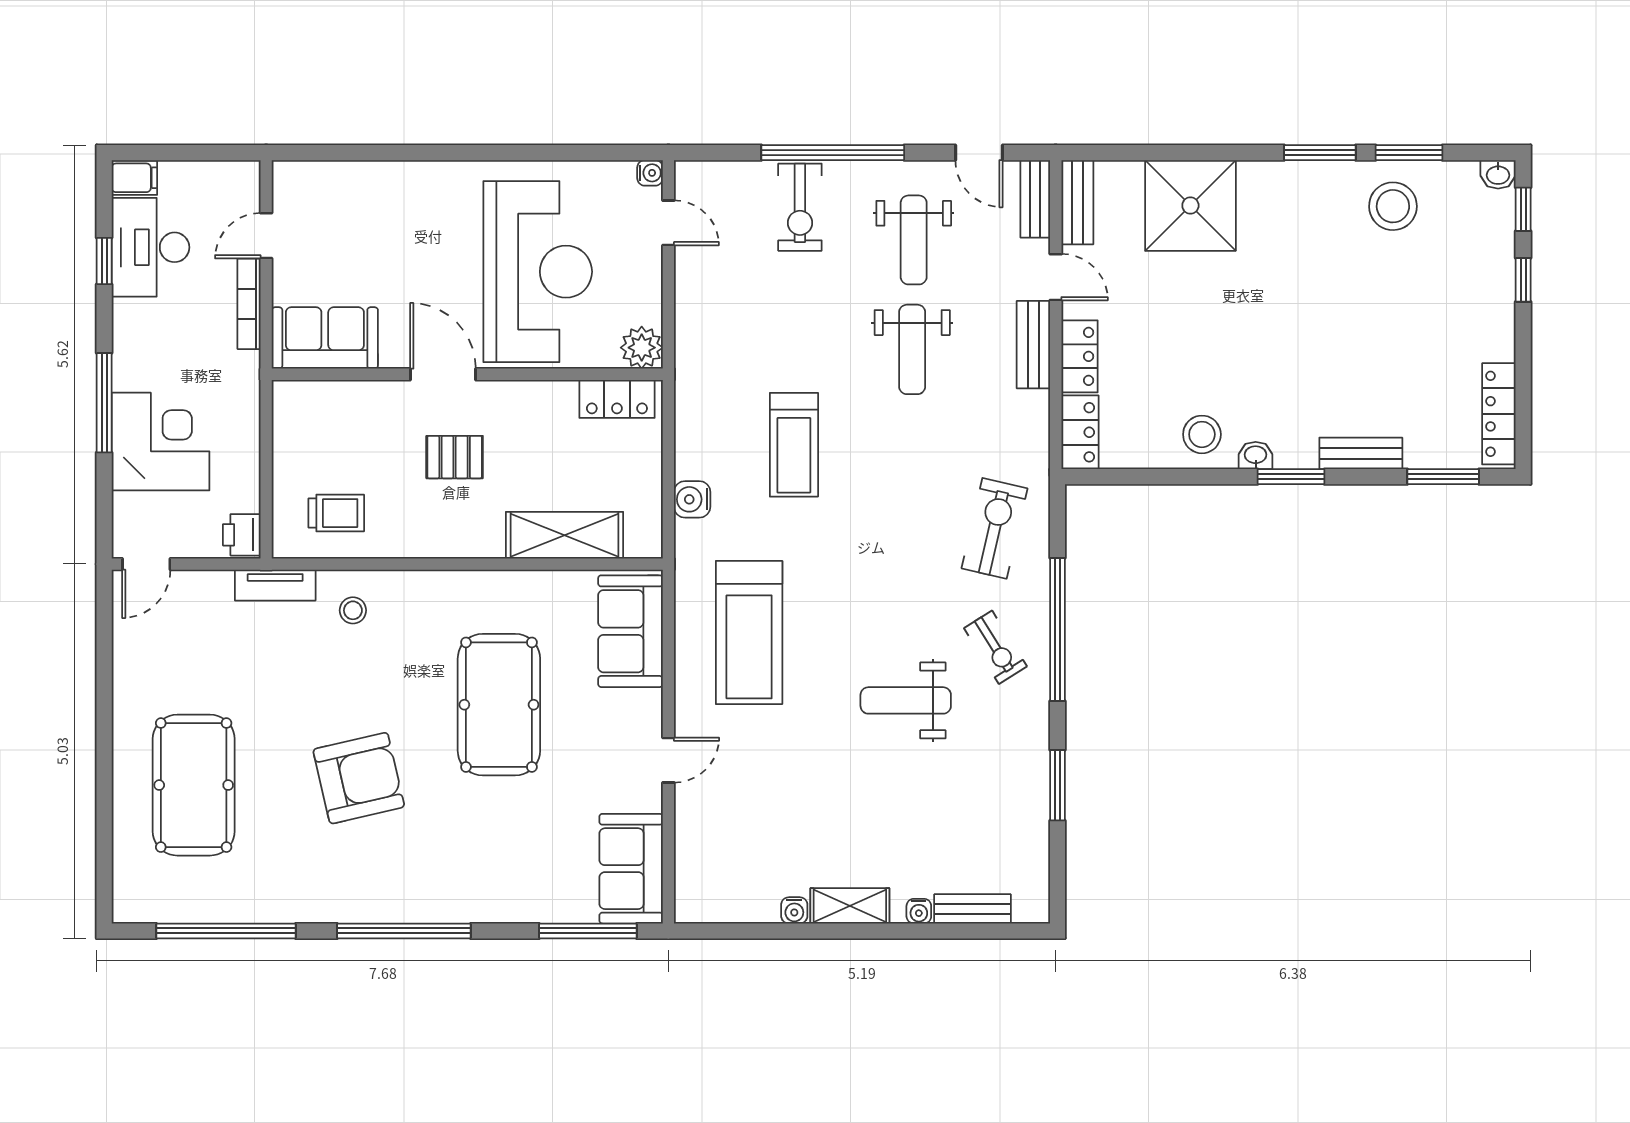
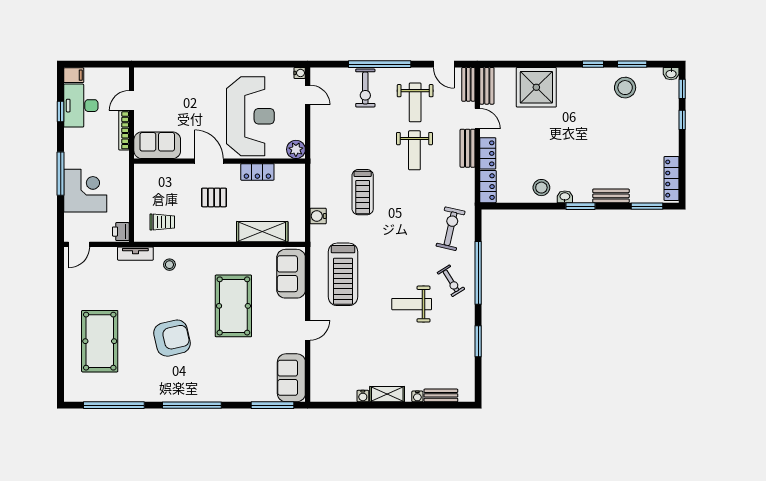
window: (1320, 153) -> (593, 64), width x0.67
locker: (617, 399) -> (257, 172), moved

